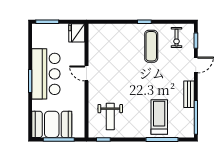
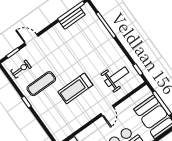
door: (87, 73) -> (107, 110), moved
bench: (189, 94) -> (72, 18), moved
treadmill: (159, 117) -> (75, 88), moved

